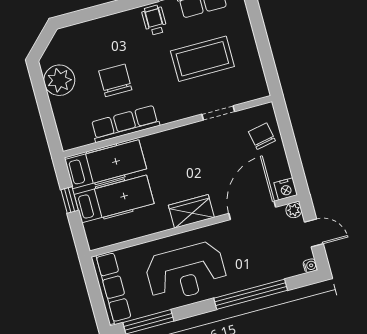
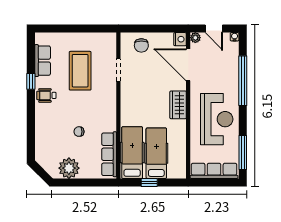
chair: (115, 80) -> (79, 132), width x0.54, depth x0.54
row of seats: (125, 124) -> (109, 154), moved
chair: (262, 136) -> (141, 45), turned -79
door: (314, 233) -> (214, 29), swing flipped

